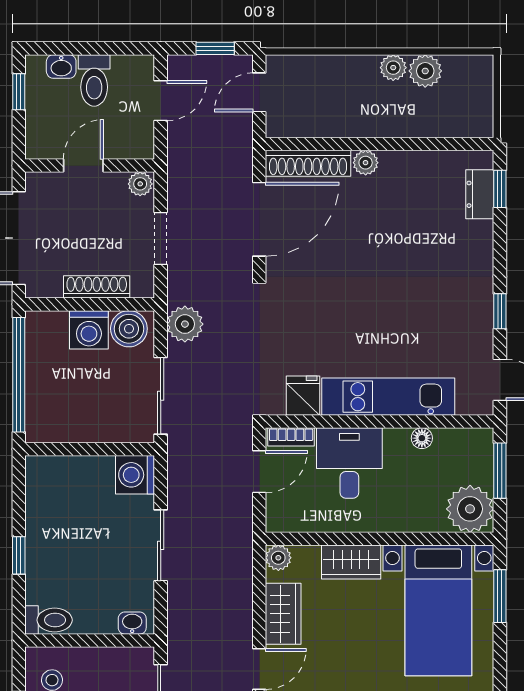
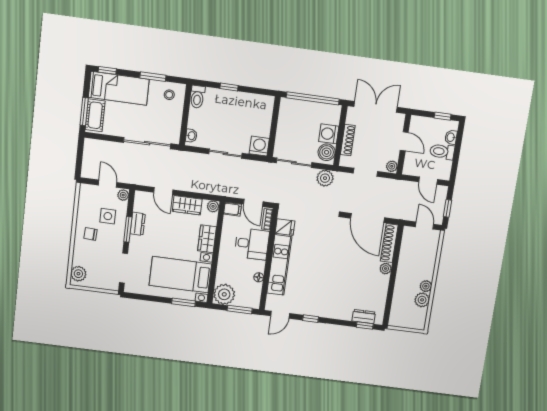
filing cabinet: (279, 515) -> (233, 209), added

